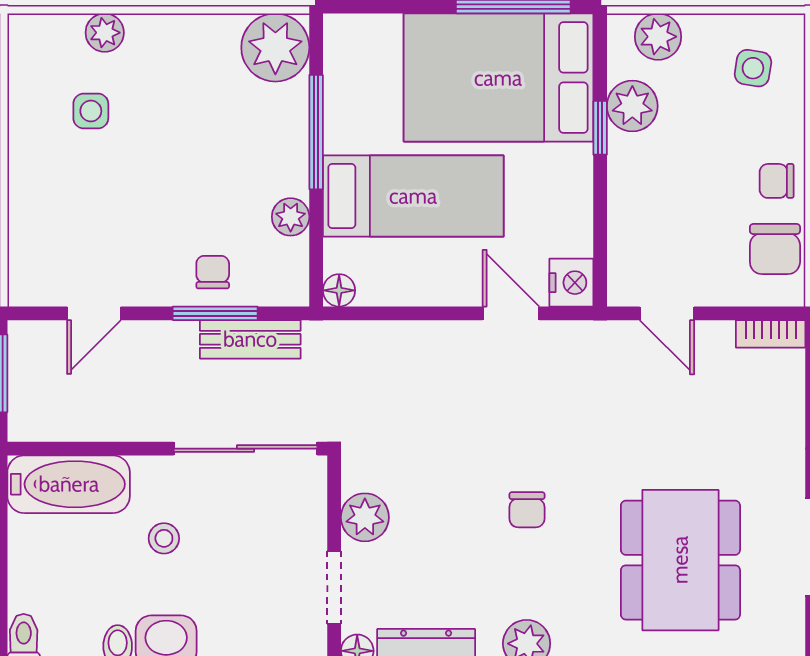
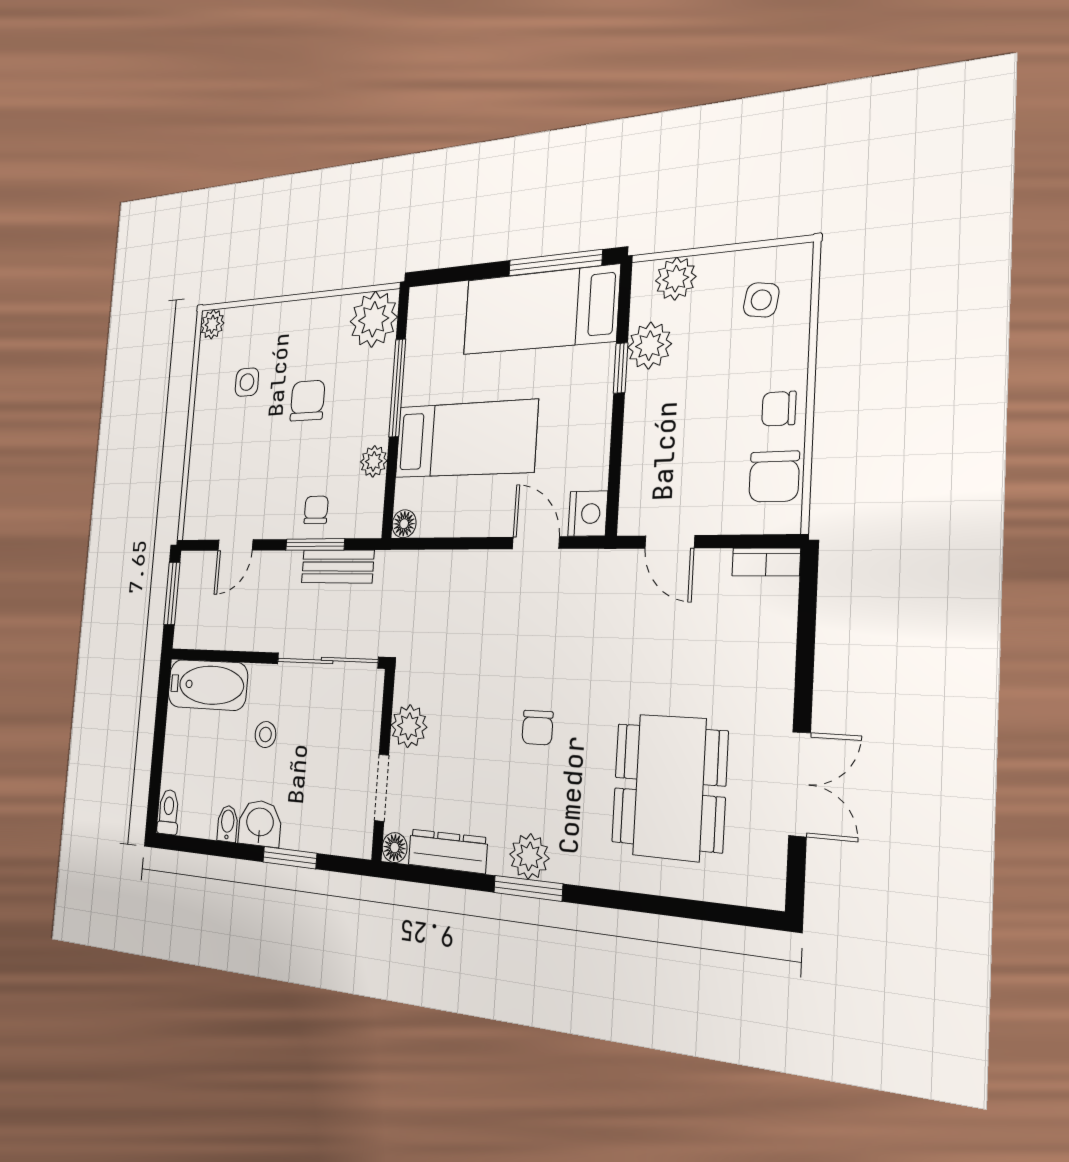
plant: (105, 33) -> (212, 324), moved
bed: (498, 78) -> (540, 310), width x0.67
chair: (187, 140) -> (307, 401), added

